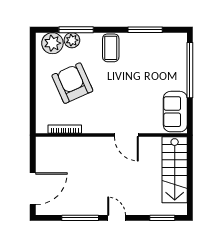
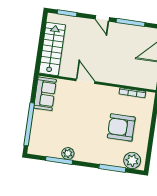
plant: (72, 40) -> (68, 153), moved
coffee table: (111, 48) -> (88, 150), removed
armchair: (72, 83) -> (121, 127), turned 114

